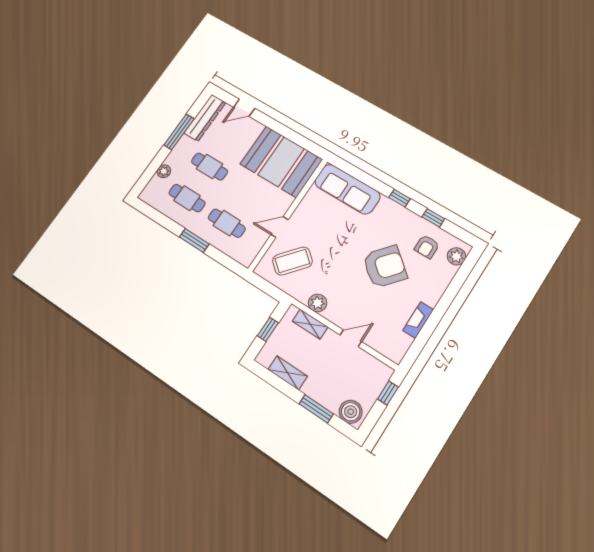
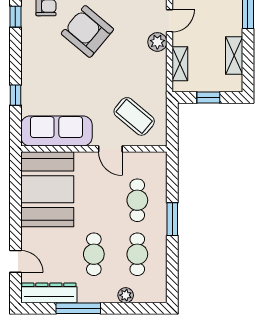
sofa: (347, 189) -> (56, 131), moved, turned -90
window: (400, 198) -> (15, 95), moved
plant: (318, 303) -> (157, 42), moved
door: (351, 338) -> (170, 21), swing flipped

